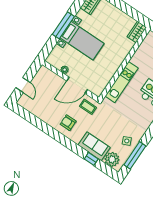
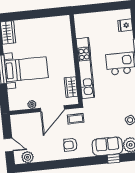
wardrobe: (137, 32) -> (71, 87), moved
kitchen unit: (122, 82) -> (85, 68), width x1.36
plant: (29, 106) -> (28, 157), added

